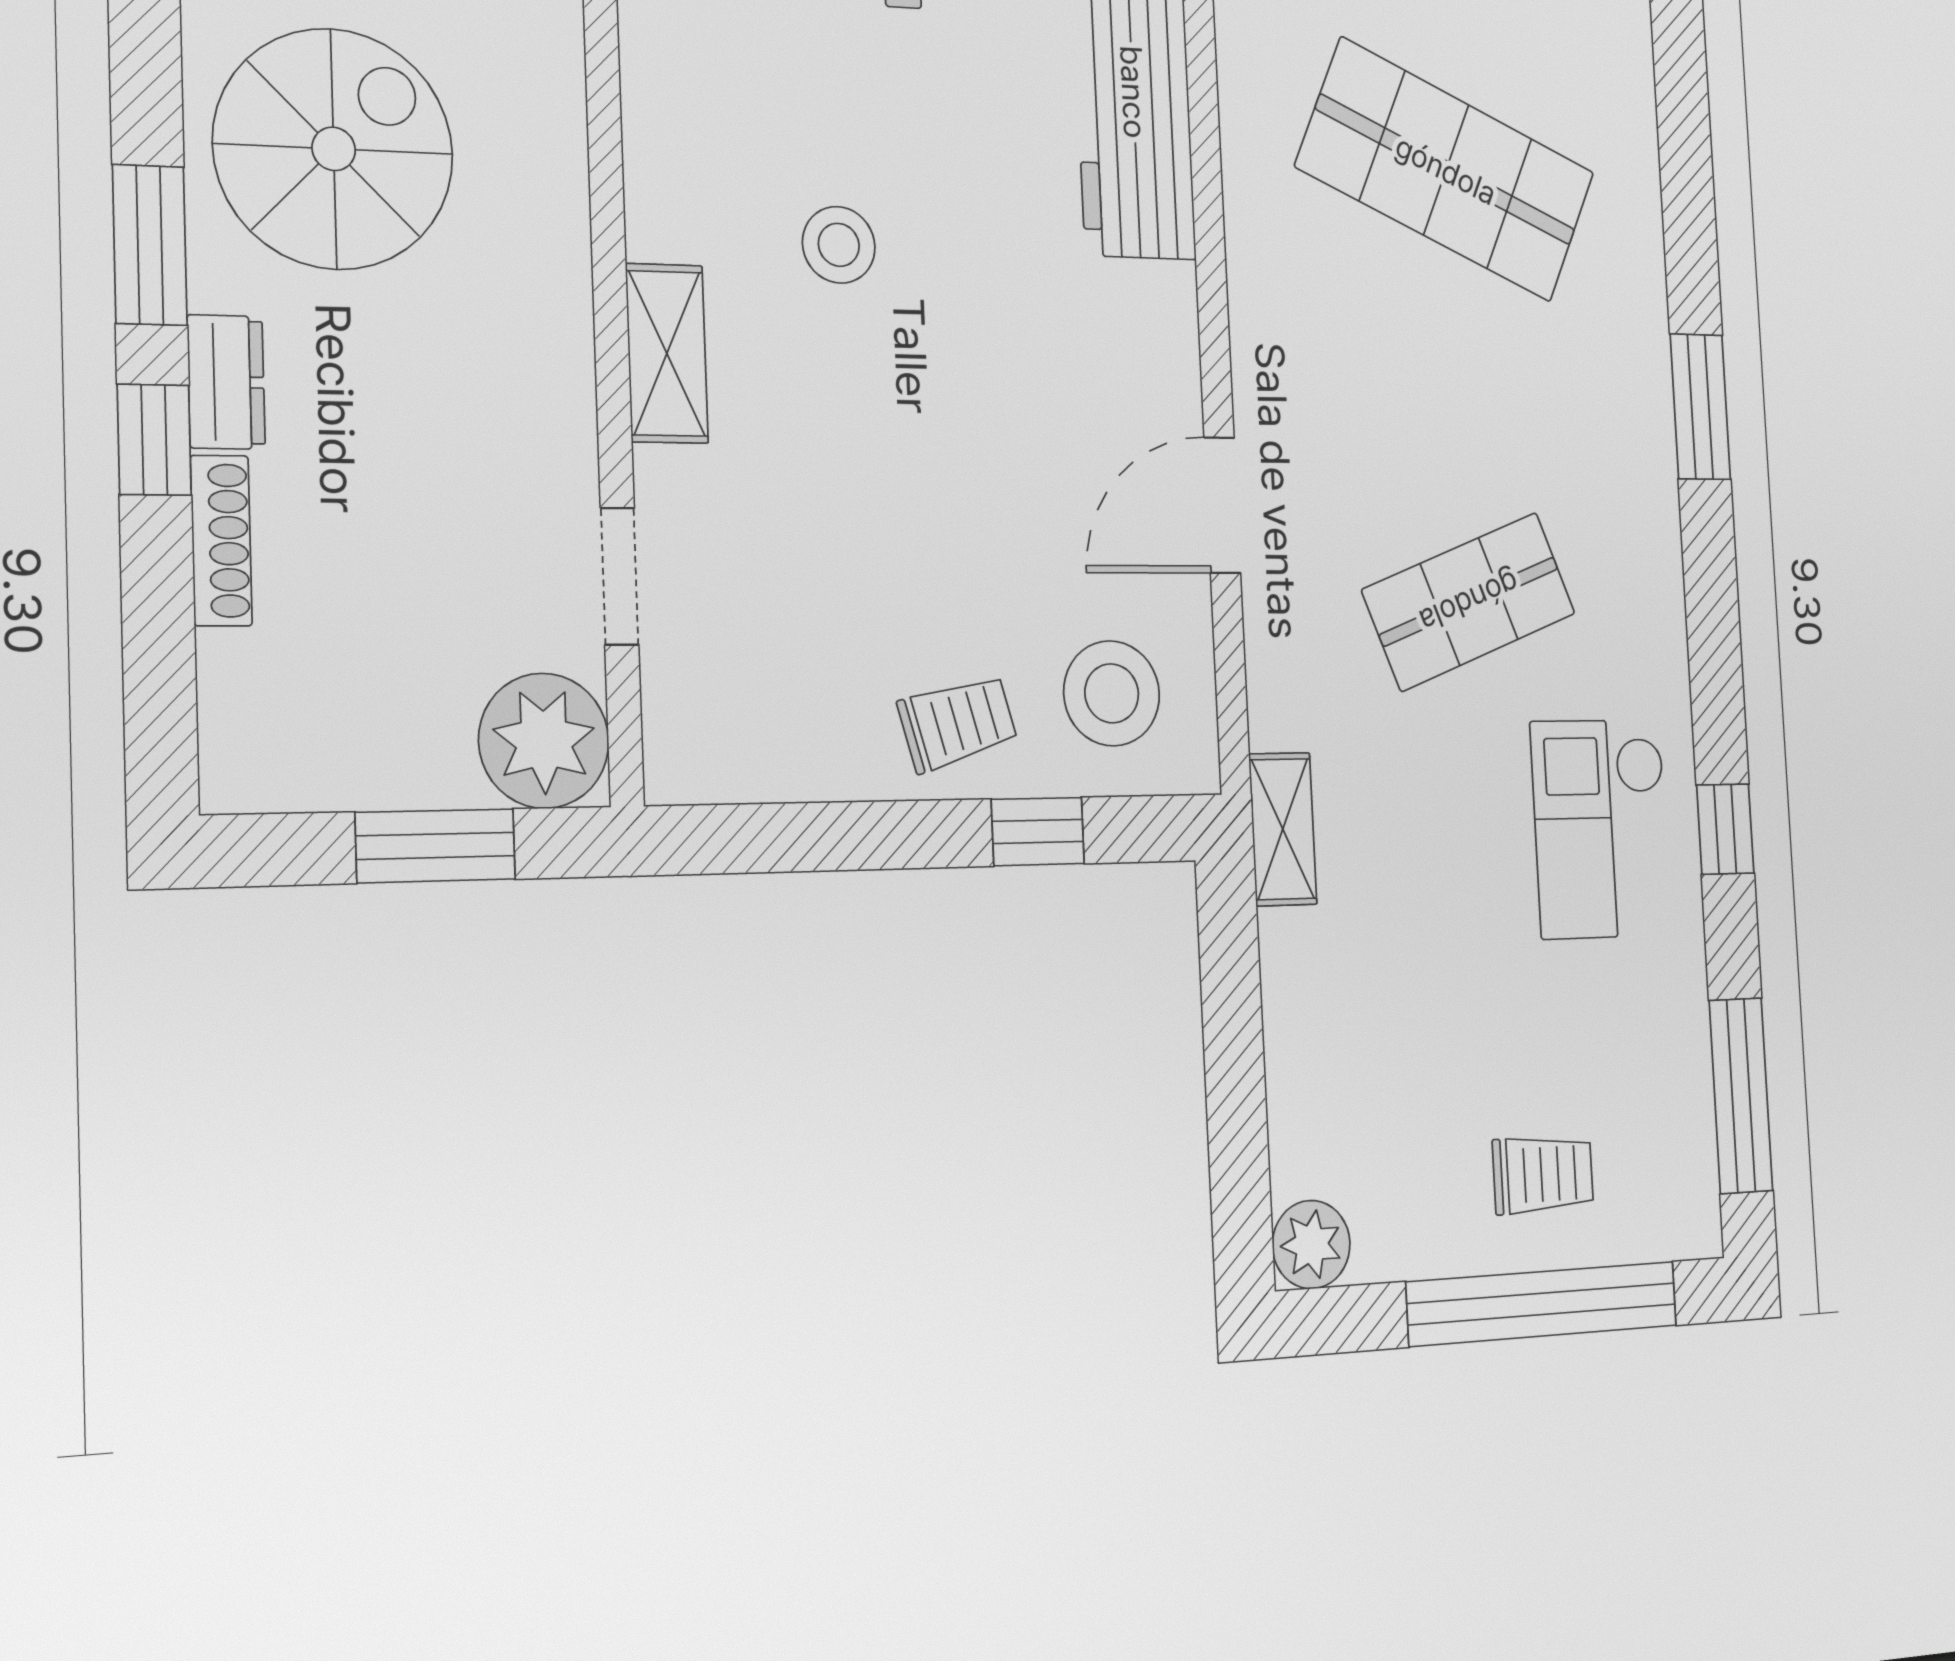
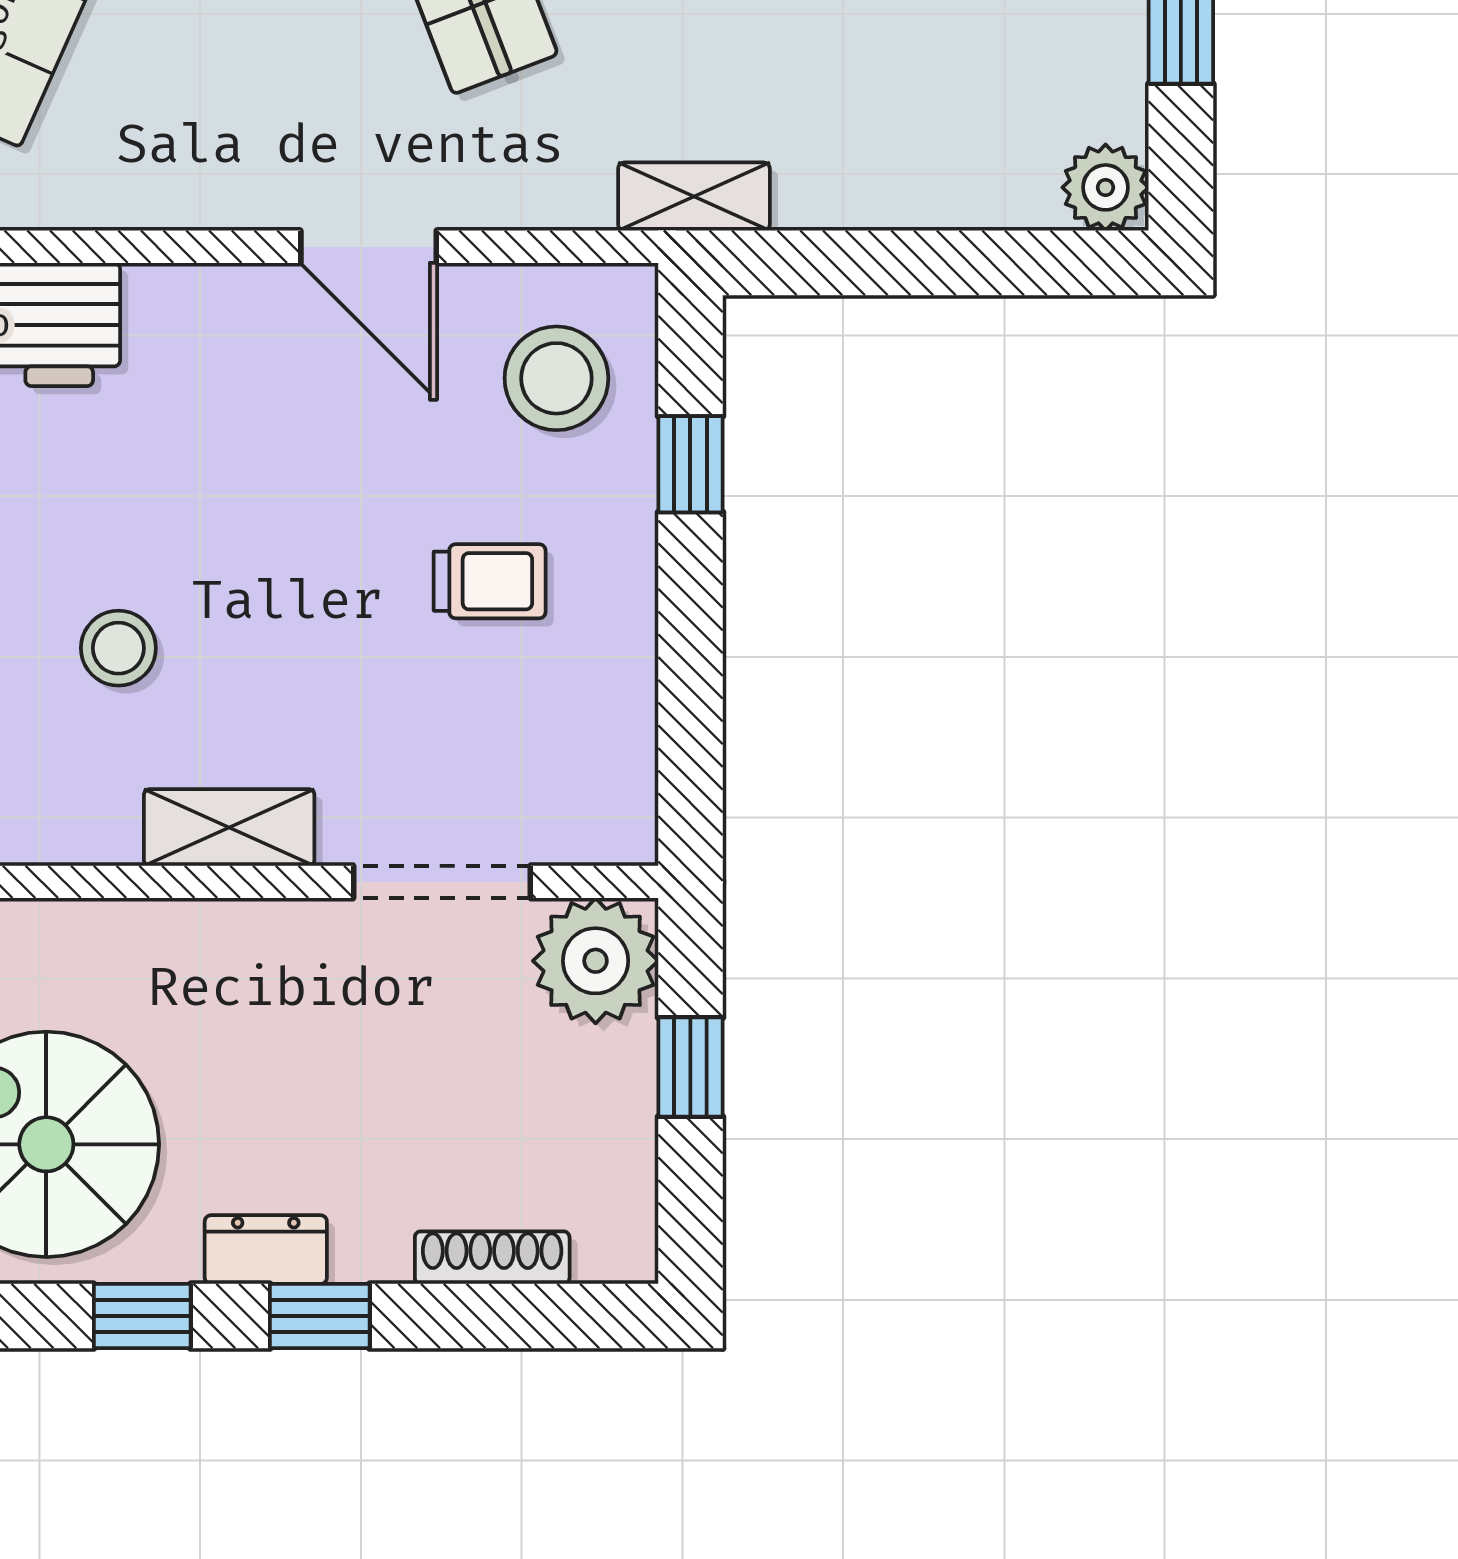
window: (150, 245) -> (142, 1316), width x0.67
shoe rack: (221, 541) -> (492, 1258), moved
doorway: (620, 576) -> (442, 882), width x1.38
trolley: (958, 723) -> (490, 581), moved, turned 105
window: (435, 846) -> (690, 1067), width x0.67

